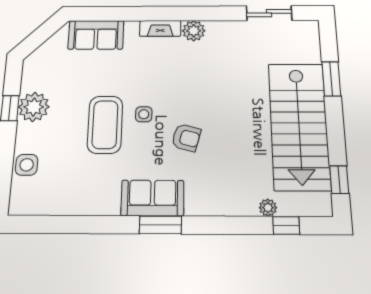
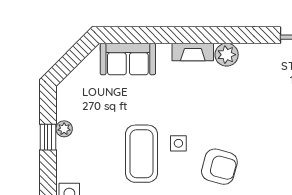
plant: (34, 107) -> (64, 129), width x0.53, depth x0.53
armchair: (186, 138) -> (219, 167), width x1.38, depth x1.38

